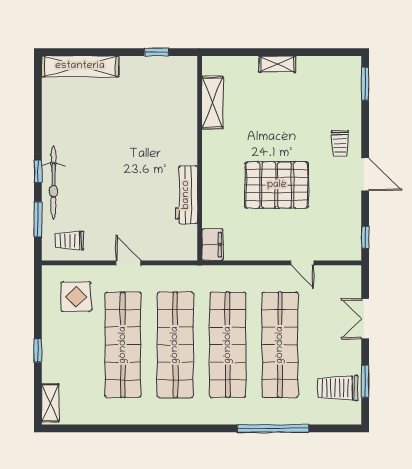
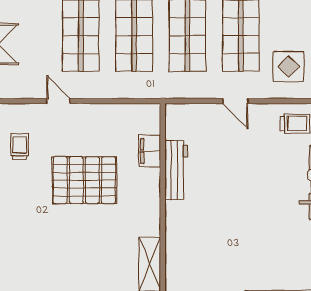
trolley: (340, 144) -> (20, 147), moved
filing cabinet: (212, 245) -> (150, 151), moved

